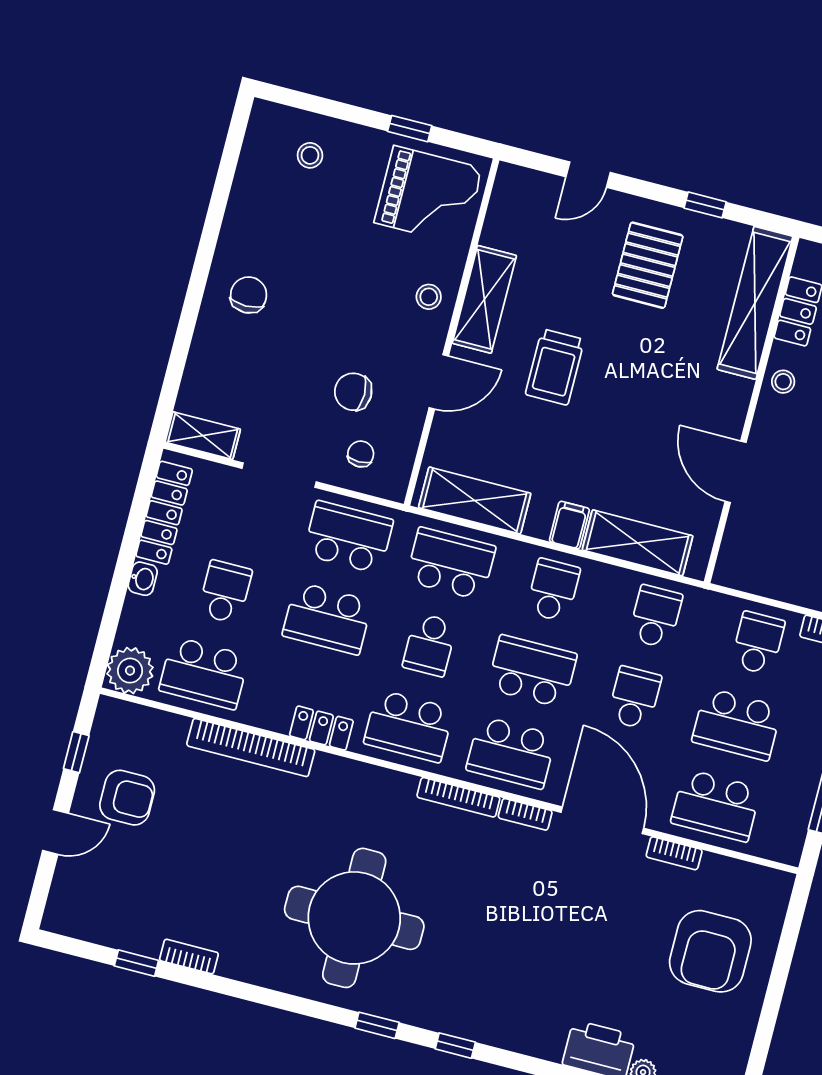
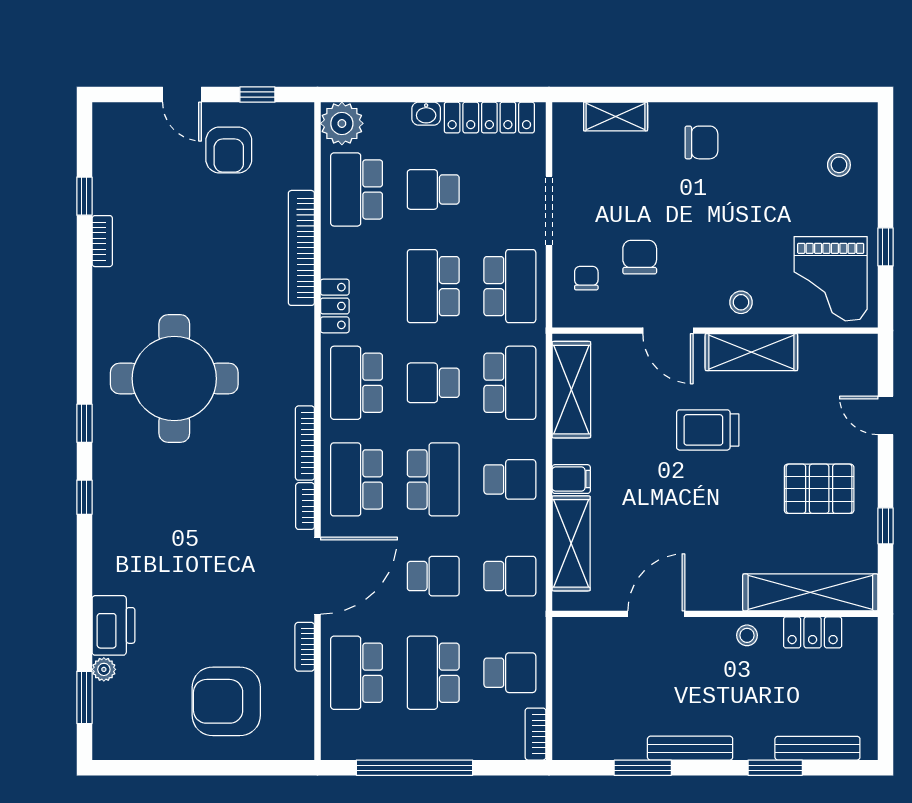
shelving: (203, 436) -> (616, 117), moved, turned 90
chair: (361, 454) -> (586, 278), turned -90
school desk: (225, 592) -> (433, 189), turned 180

